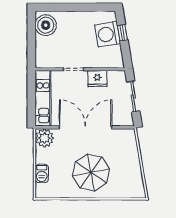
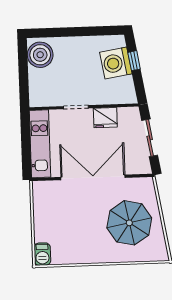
plant: (44, 138) -> (43, 192), removed
parasol: (91, 172) -> (129, 223), moved
barbecue: (42, 173) -> (42, 254), moved

